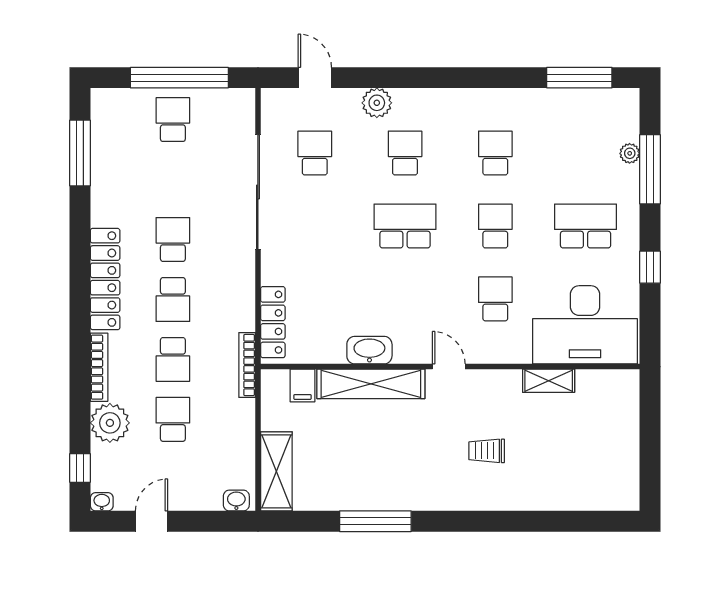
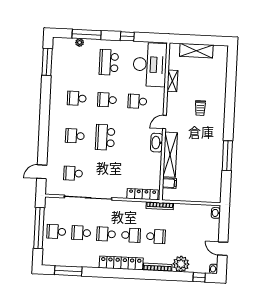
plant: (377, 103) -> (53, 147), removed
washbasin: (369, 350) -> (157, 143), moved
school desk: (173, 419) -> (81, 233), moved
shelving: (276, 471) -> (196, 51), moved

